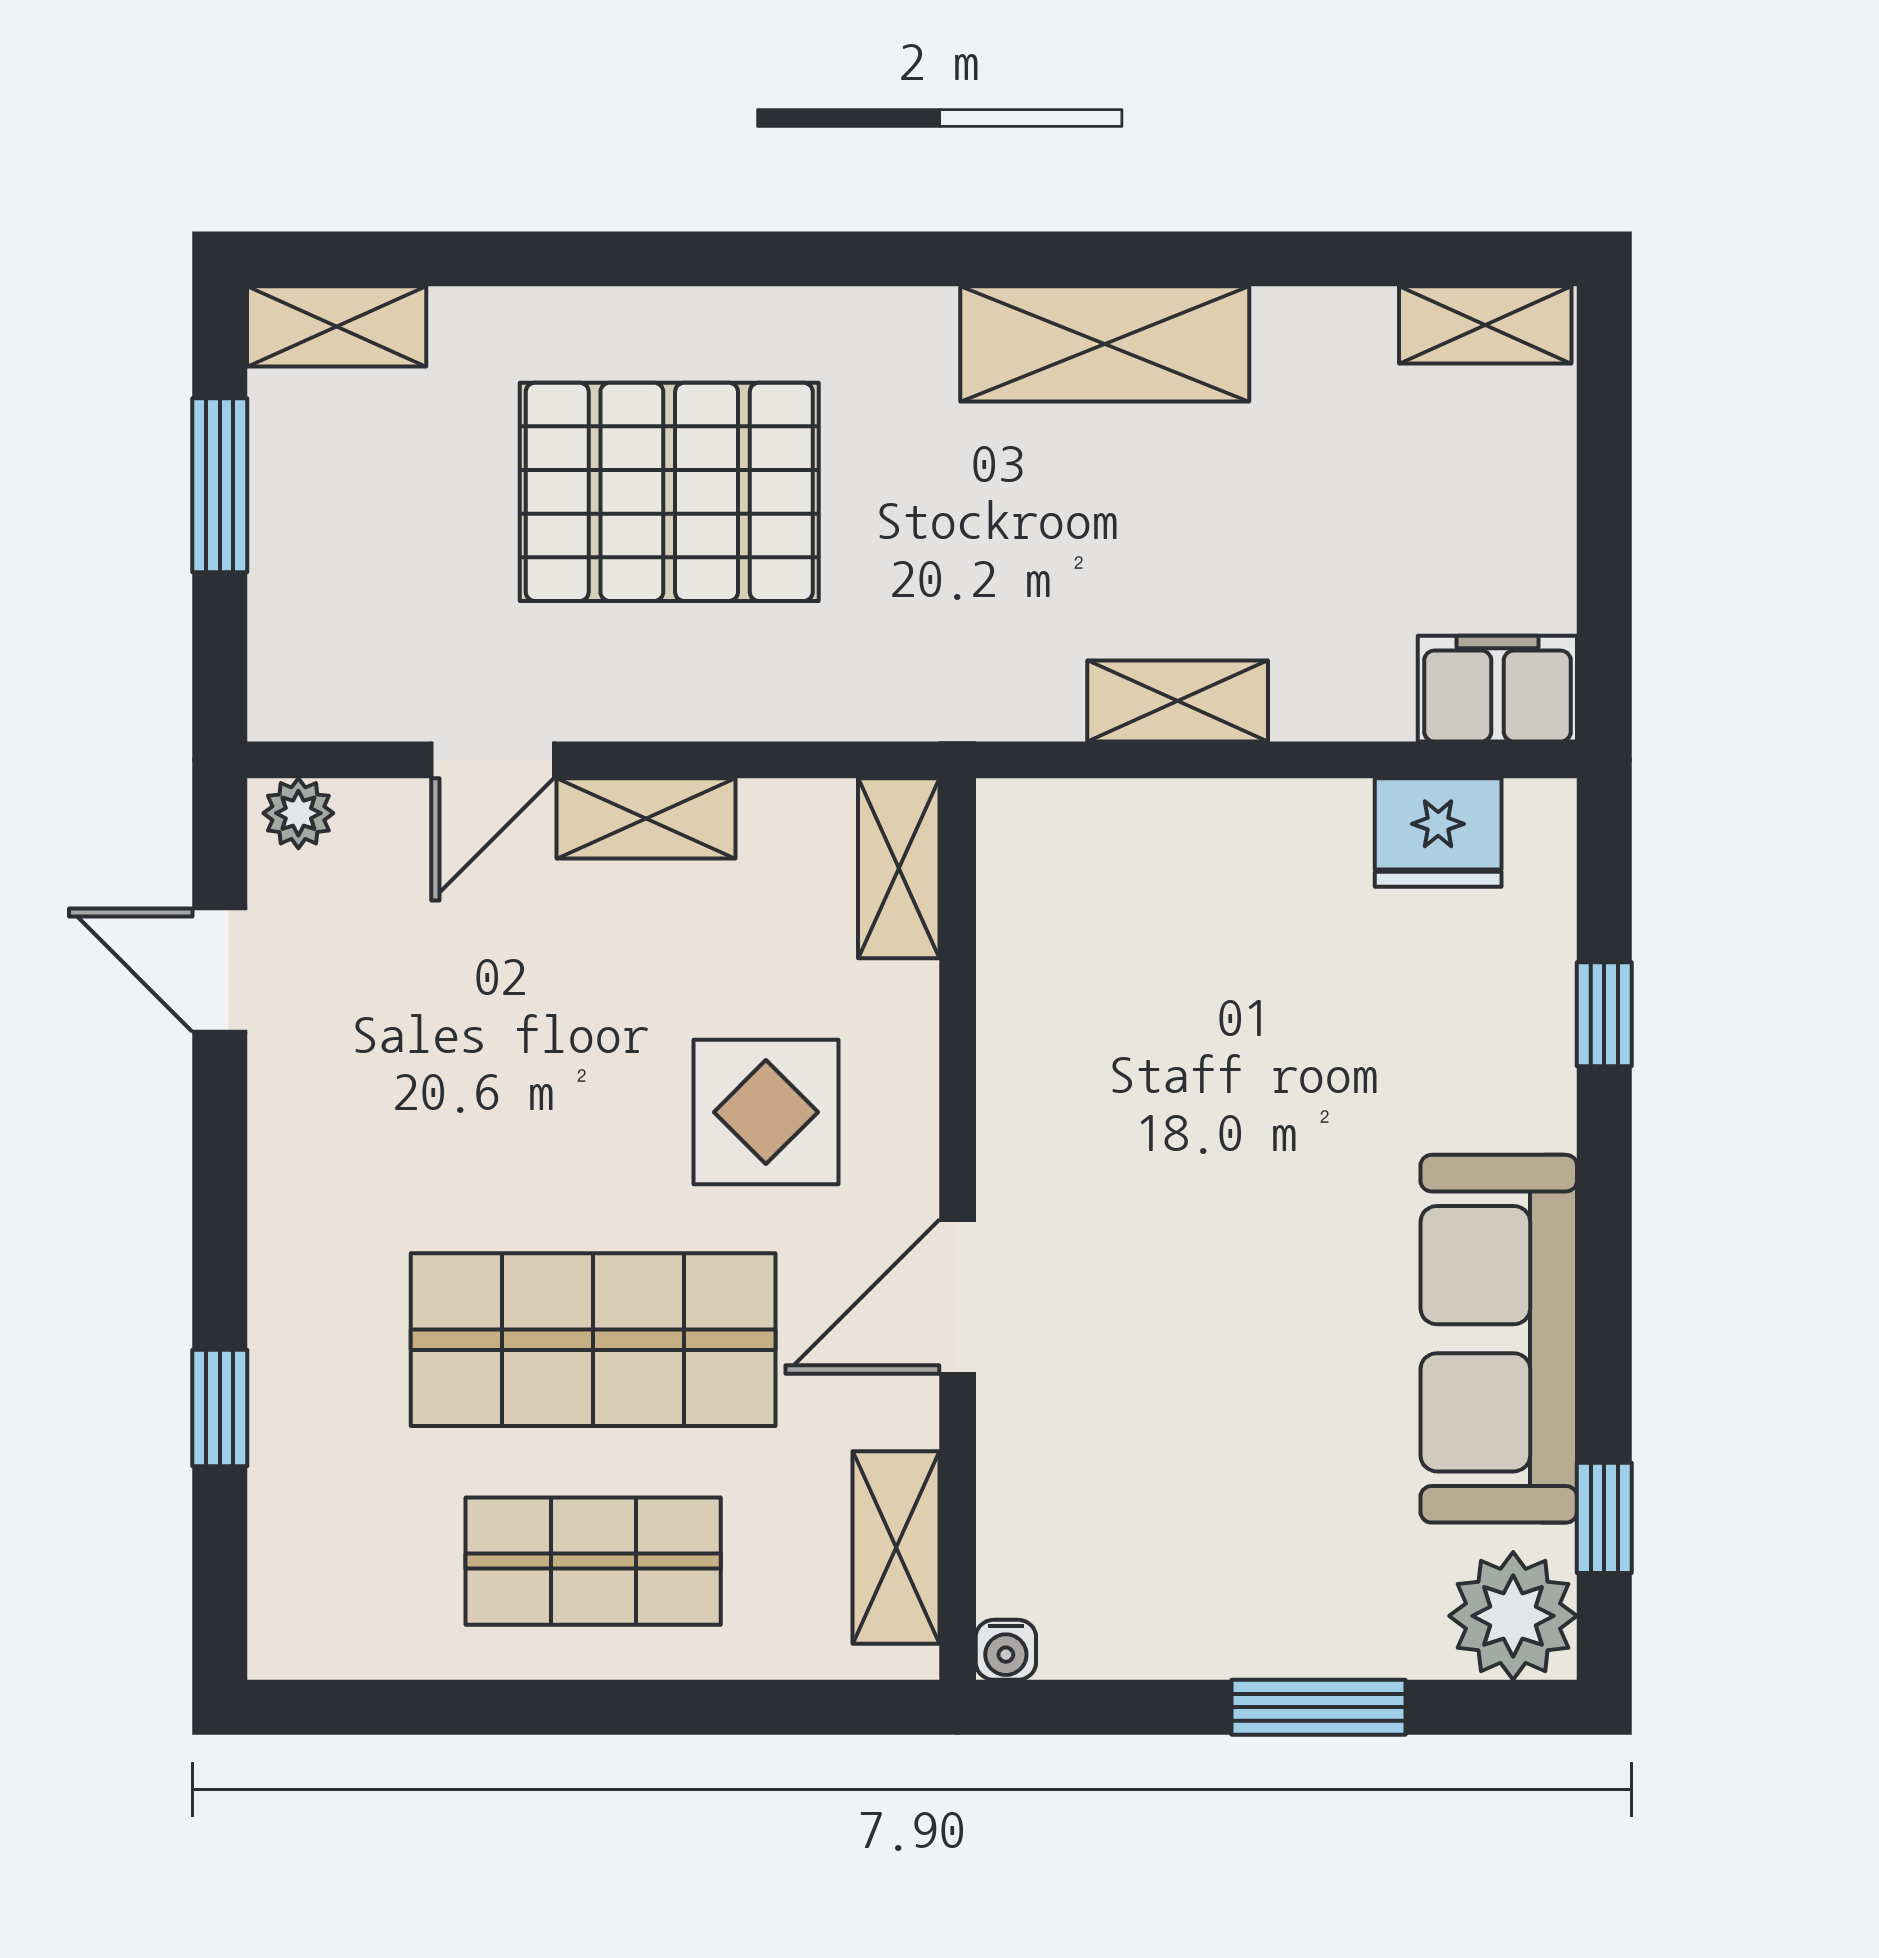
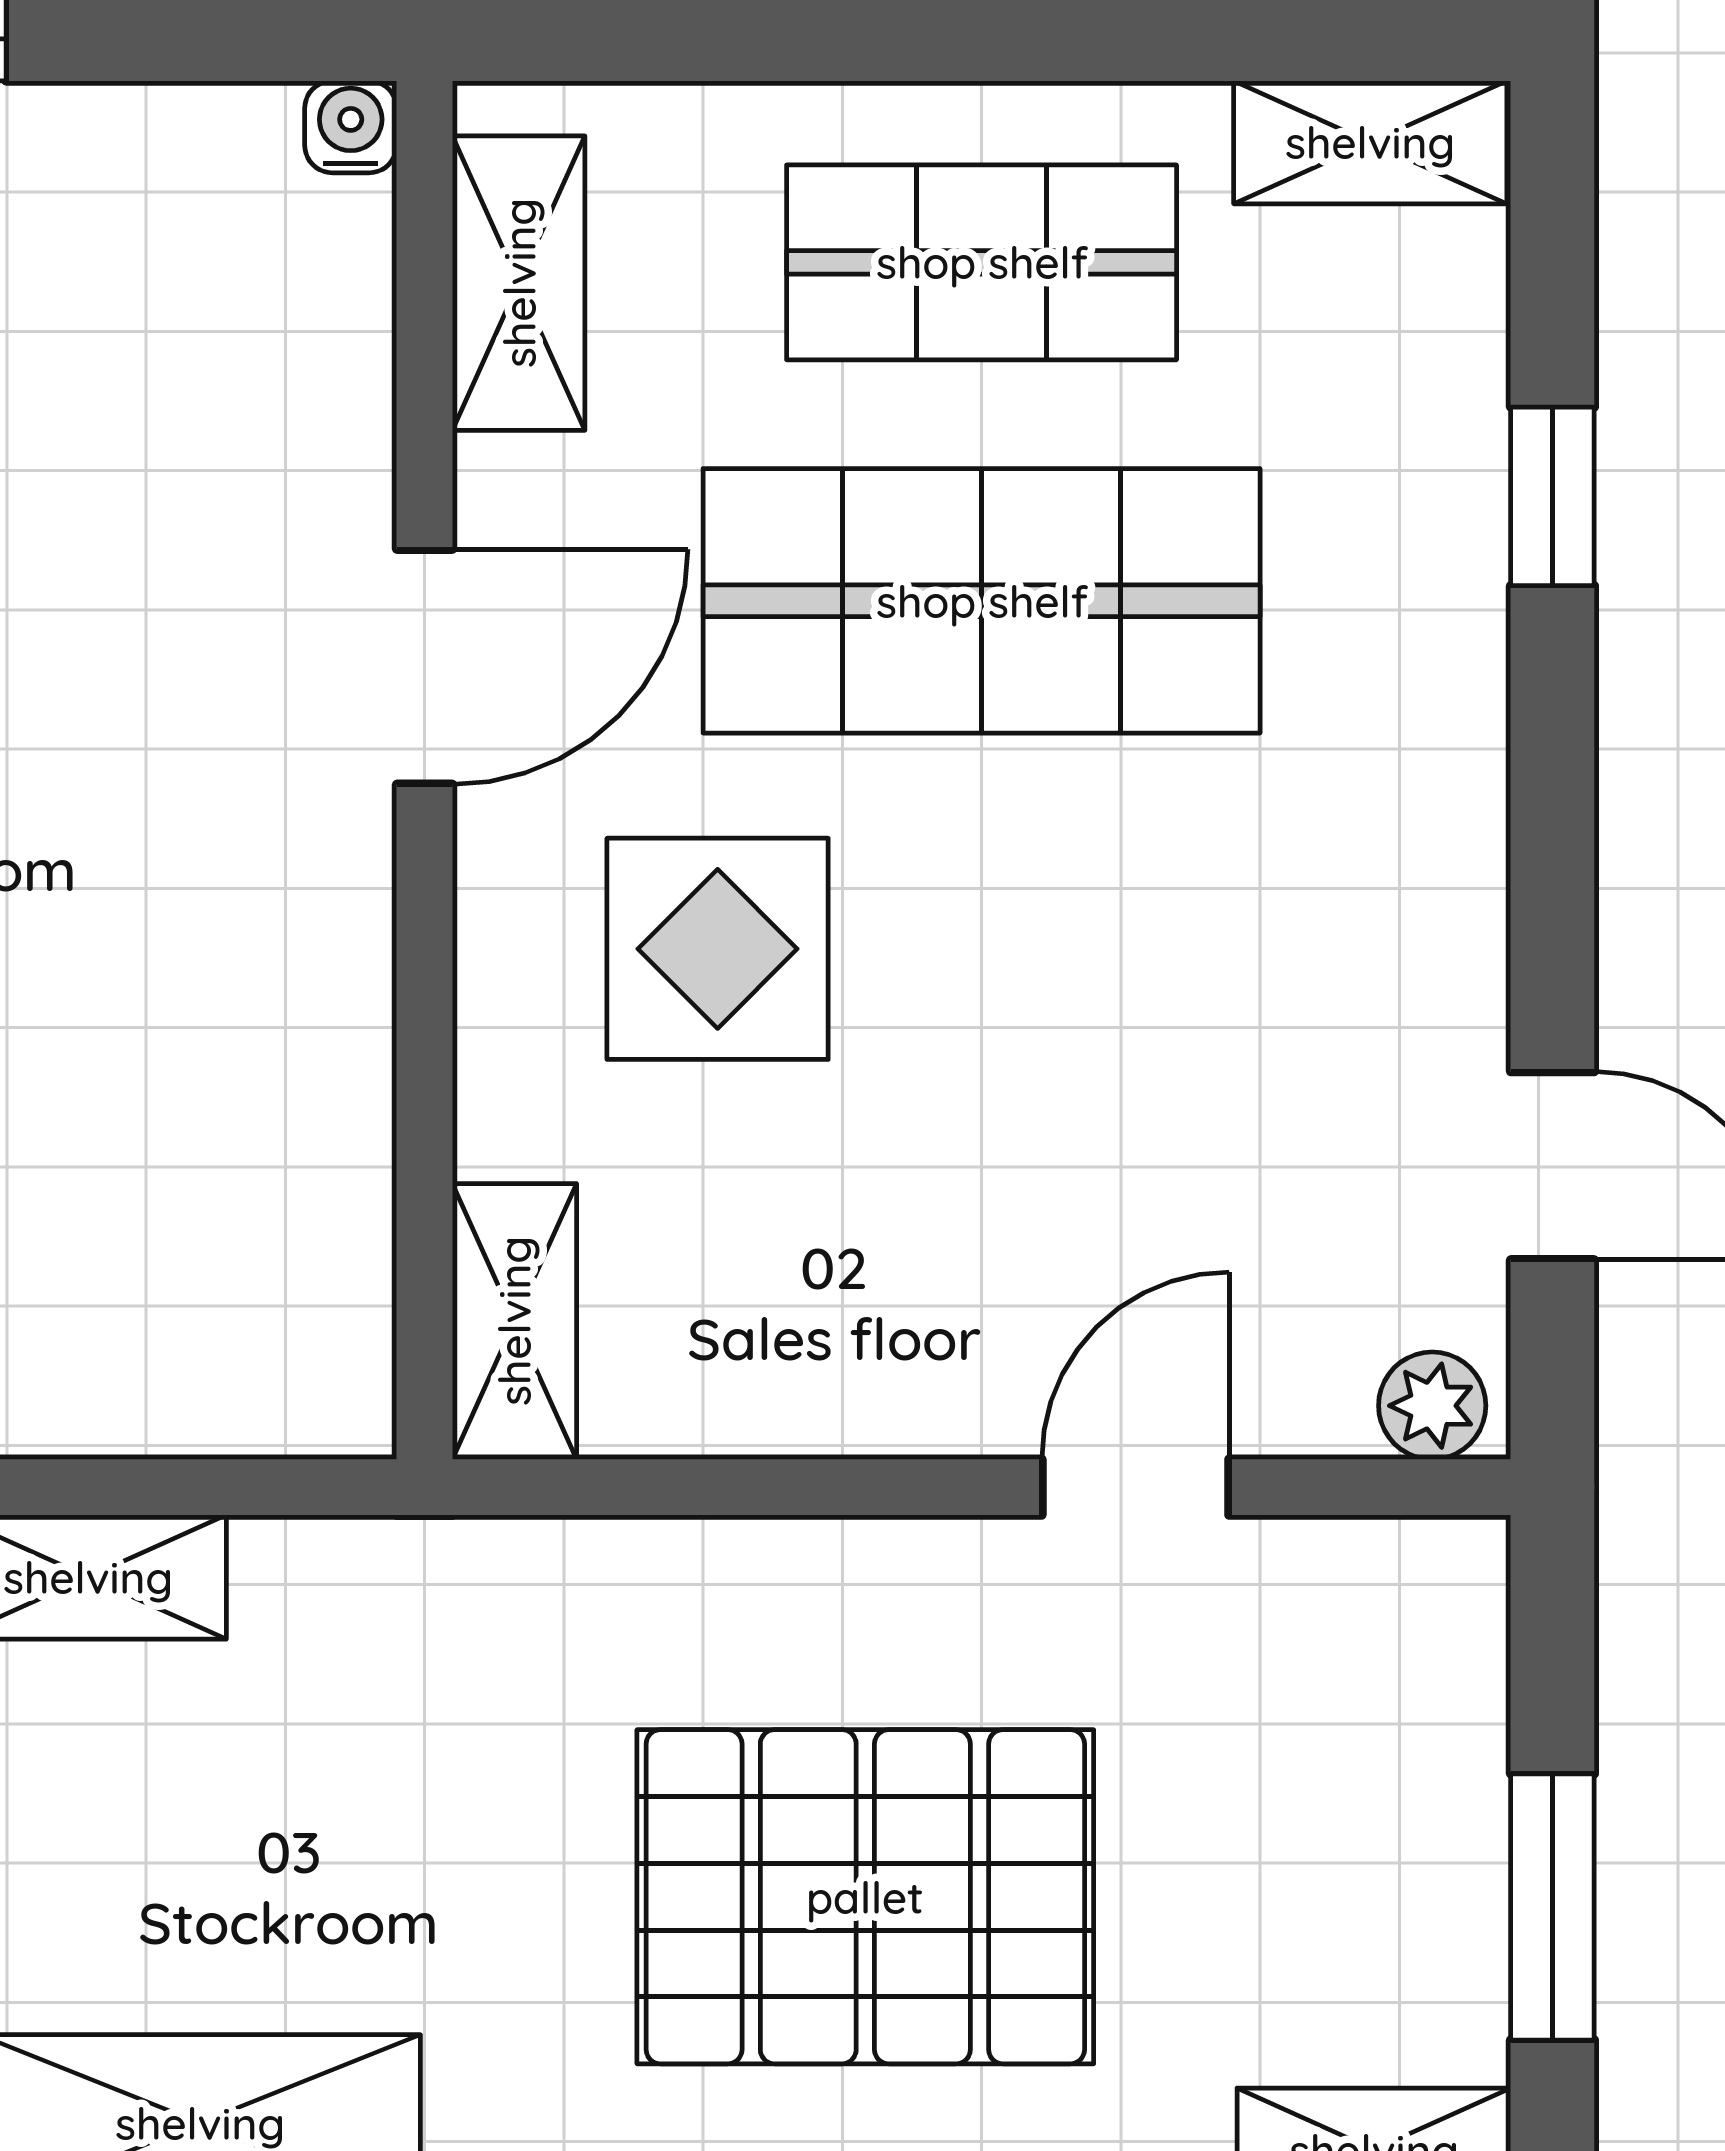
shelving: (646, 818) -> (1370, 142), moved

